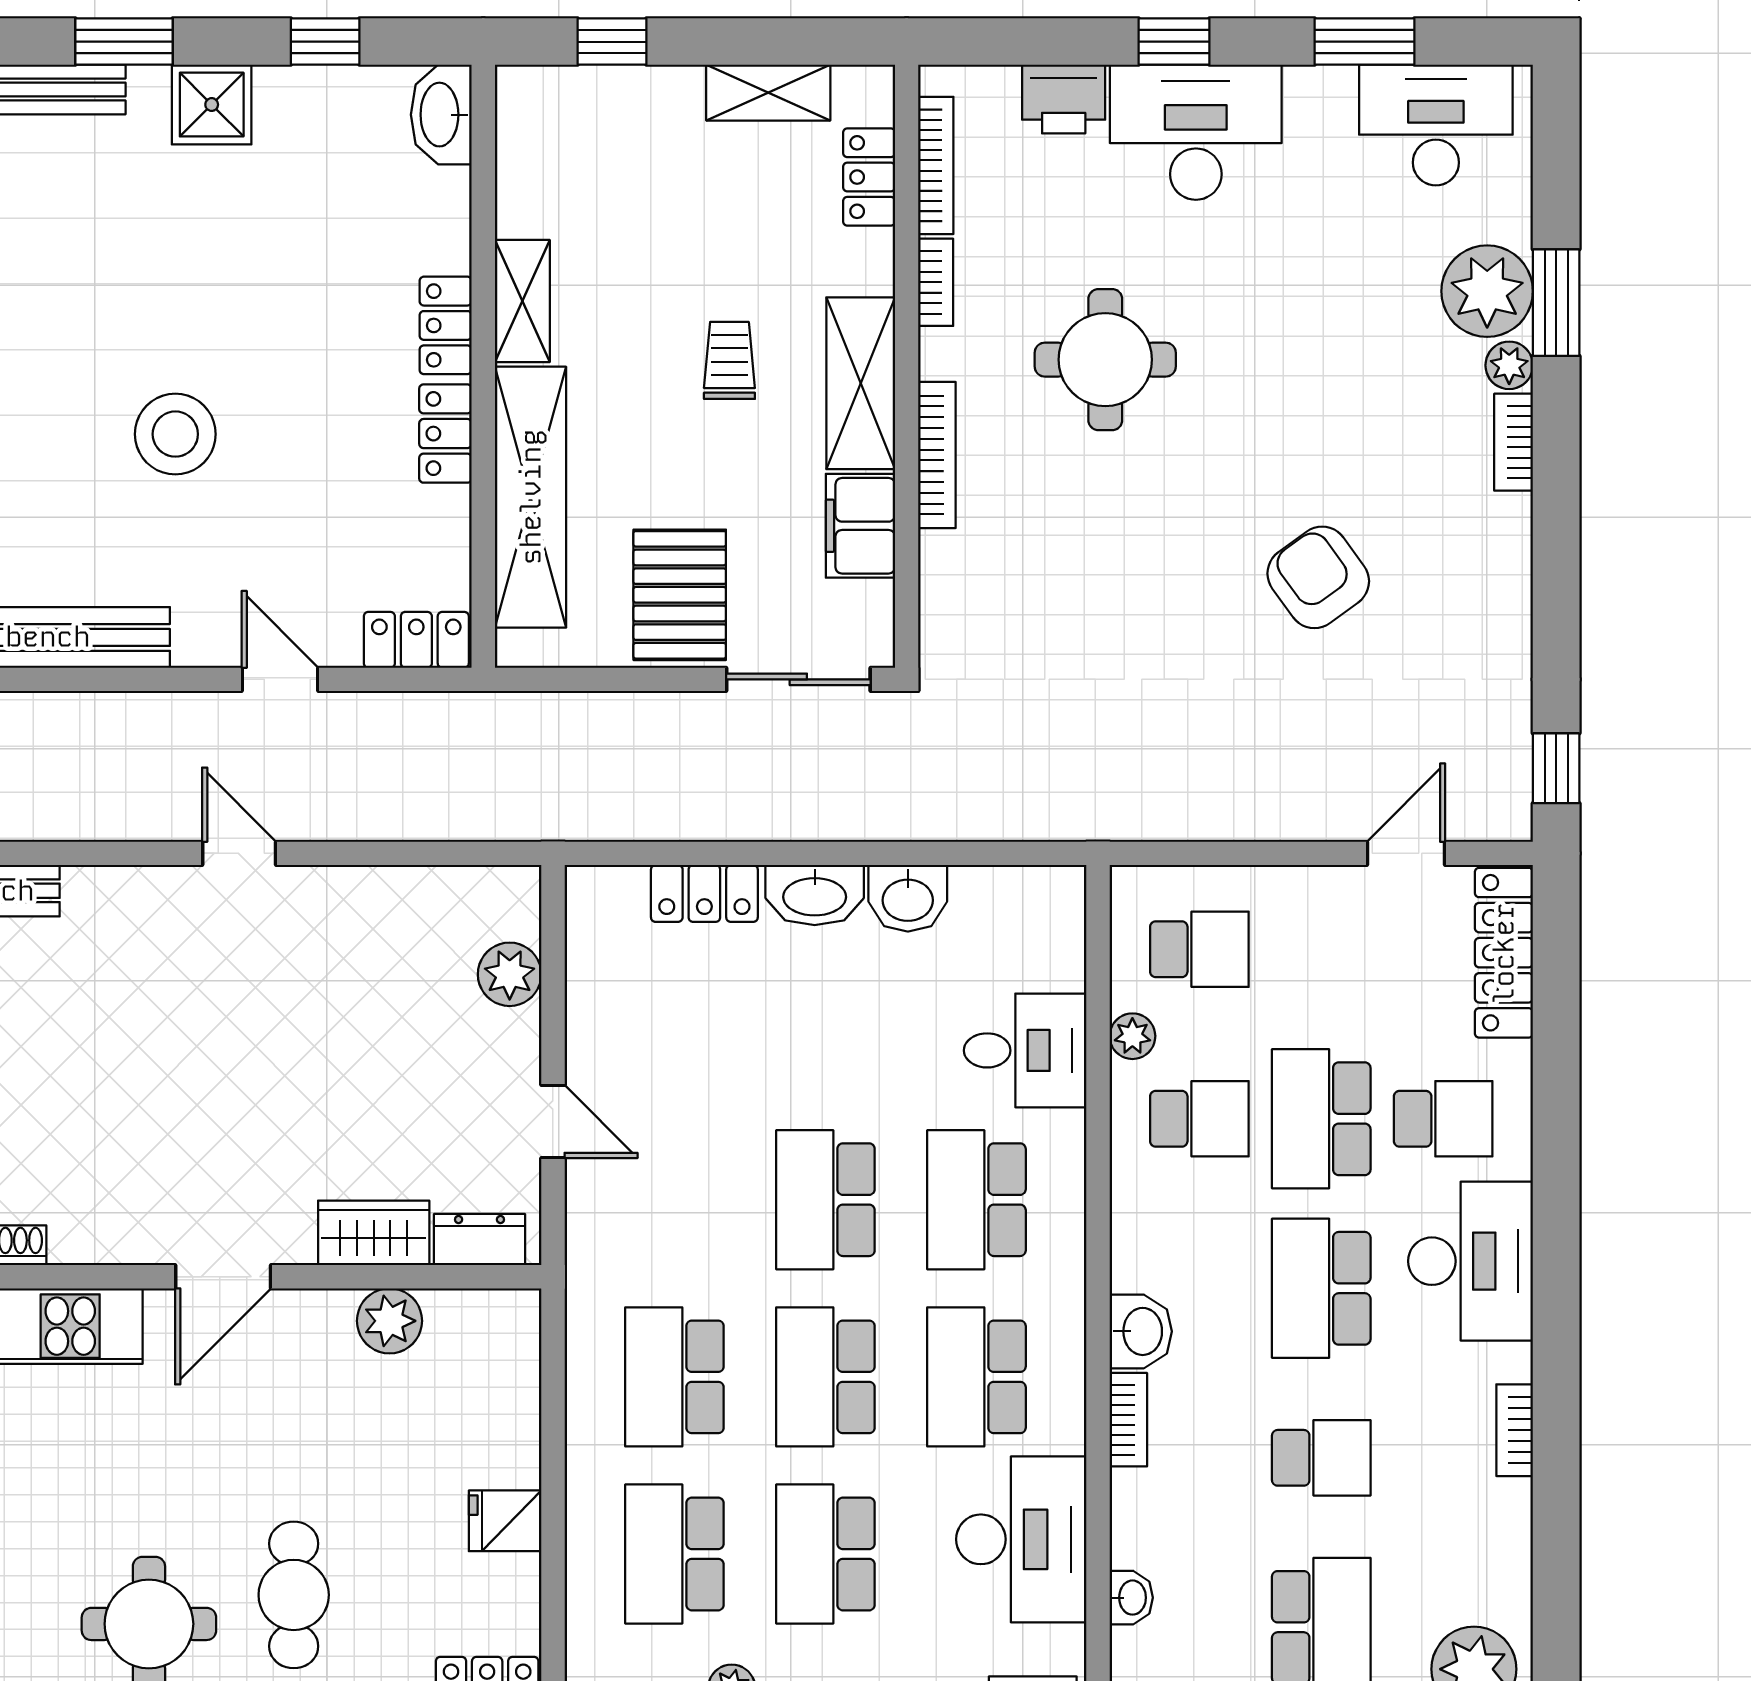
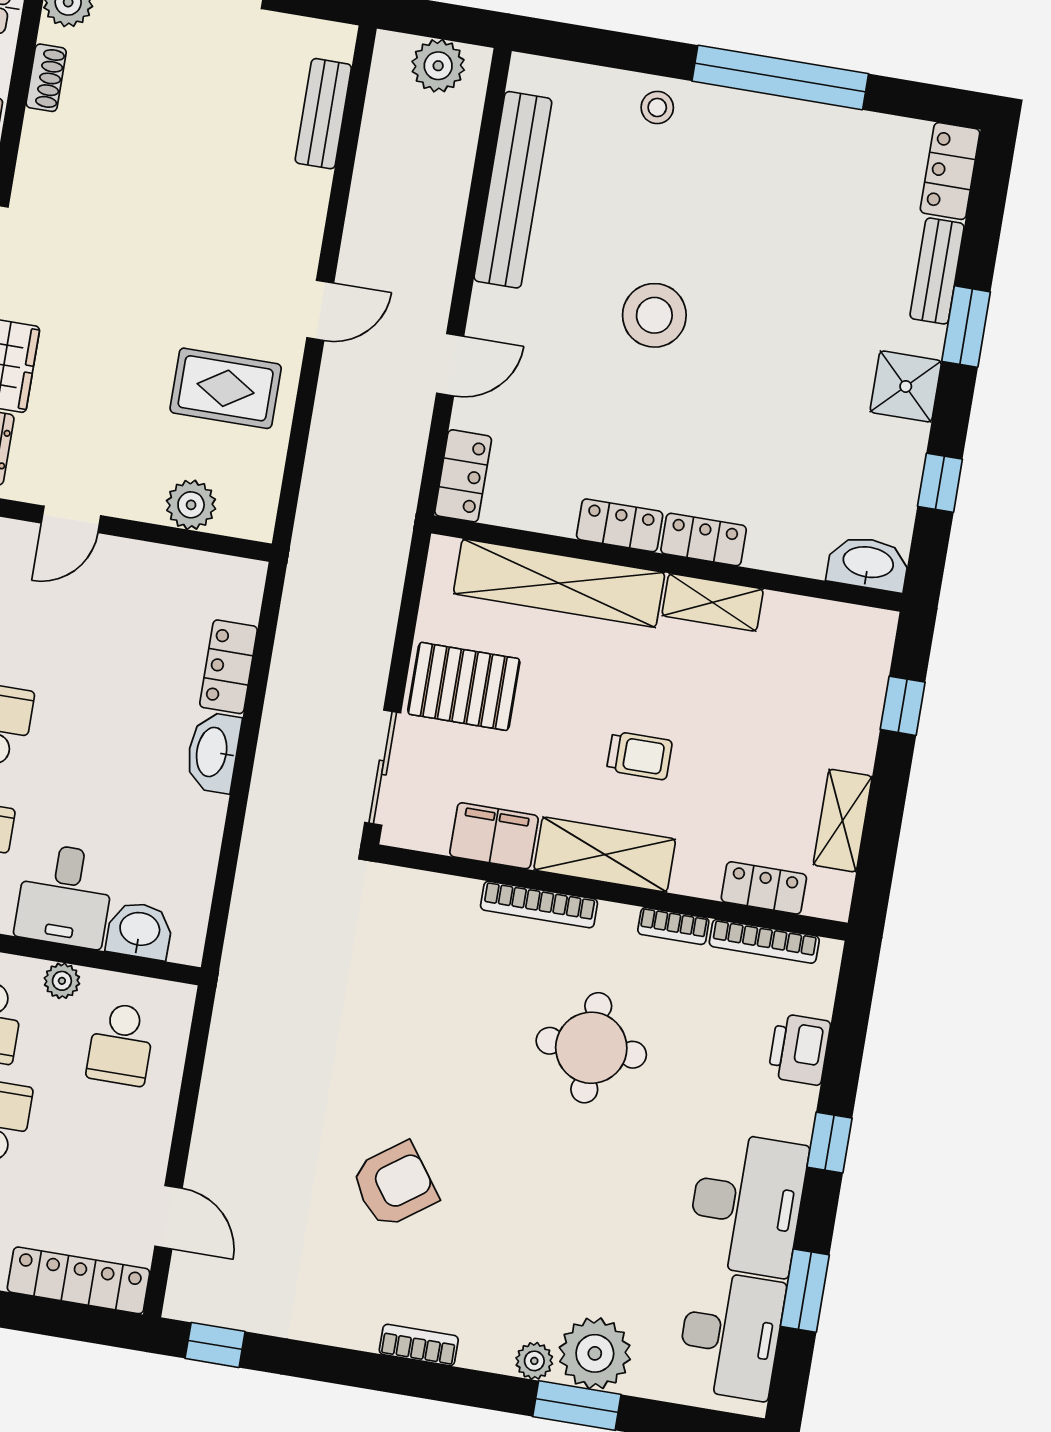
desk: (1196, 132) -> (747, 1204), moved
bookcase: (1514, 442) -> (419, 1345), moved
washbasin: (908, 898) -> (140, 930), moved, turned 90
rug: (357, 955) -> (226, 388), added

